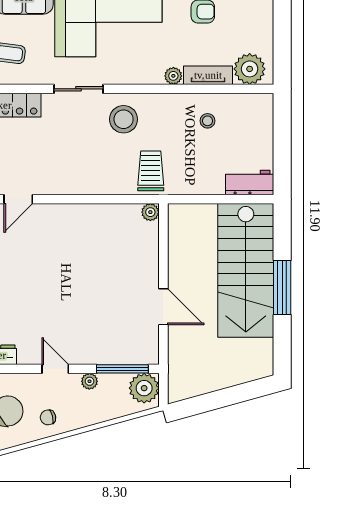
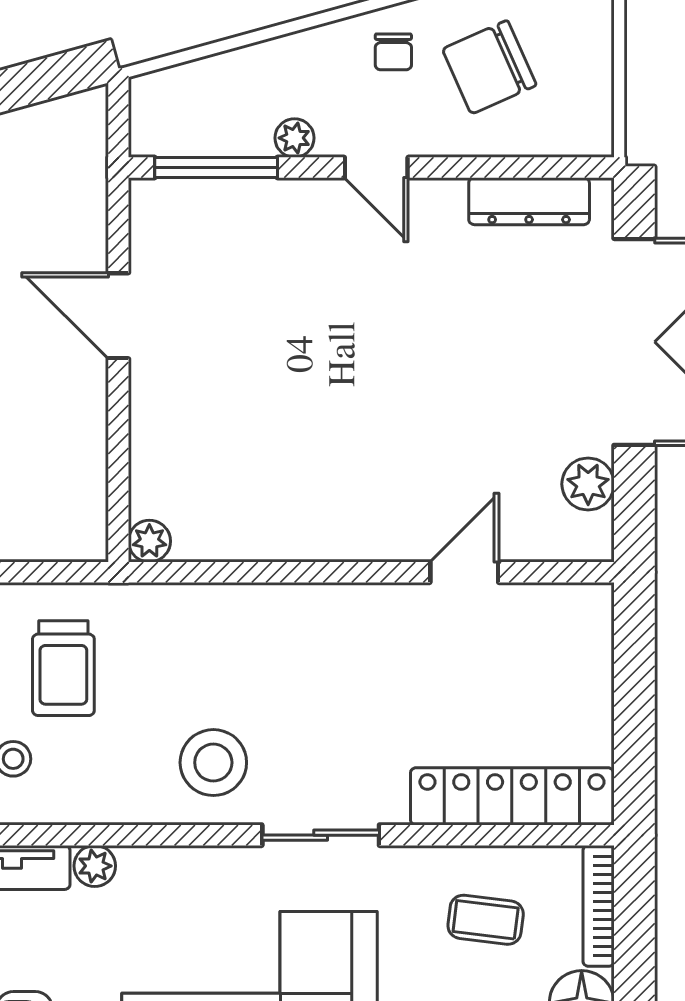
trolley: (151, 171) -> (63, 668), moved
plant: (144, 388) -> (164, 122), removed
chair: (48, 417) -> (393, 52), turned 104

